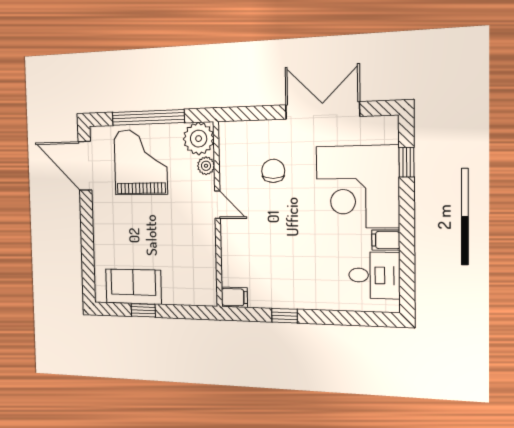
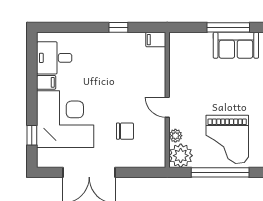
chair: (273, 171) -> (125, 131), turned -90
window: (143, 310) -> (228, 27), width x2.17

